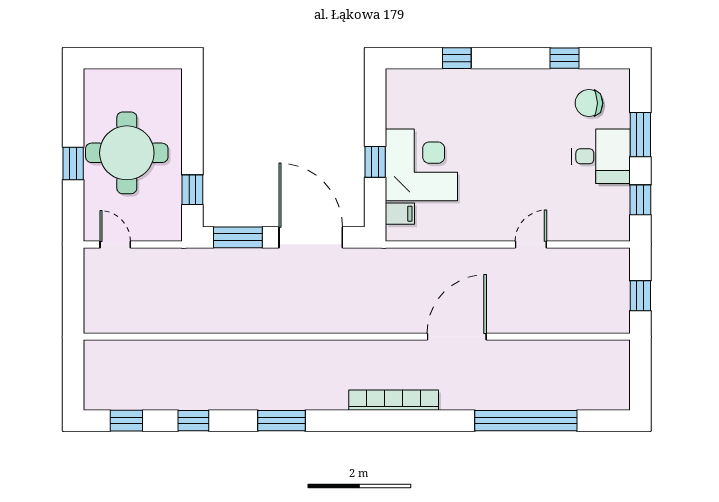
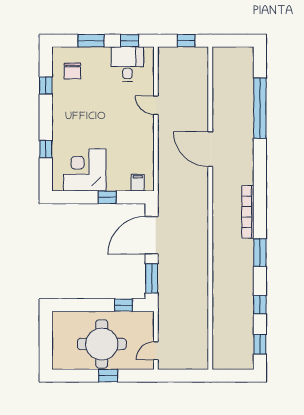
desk: (601, 156) -> (127, 64), moved
corner desk: (421, 165) -> (85, 170), moved
bookcase: (394, 400) -> (248, 212), moved

